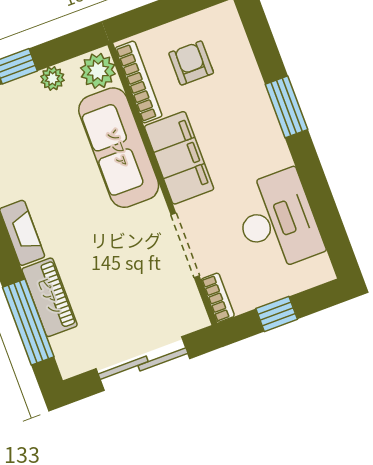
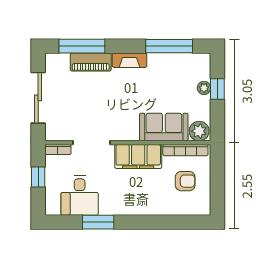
plant: (52, 78) -> (204, 88), moved
window: (286, 107) -> (98, 222), moved
sofa: (119, 148) -> (164, 127), width x0.73
desk: (277, 221) -> (80, 195), width x0.73

